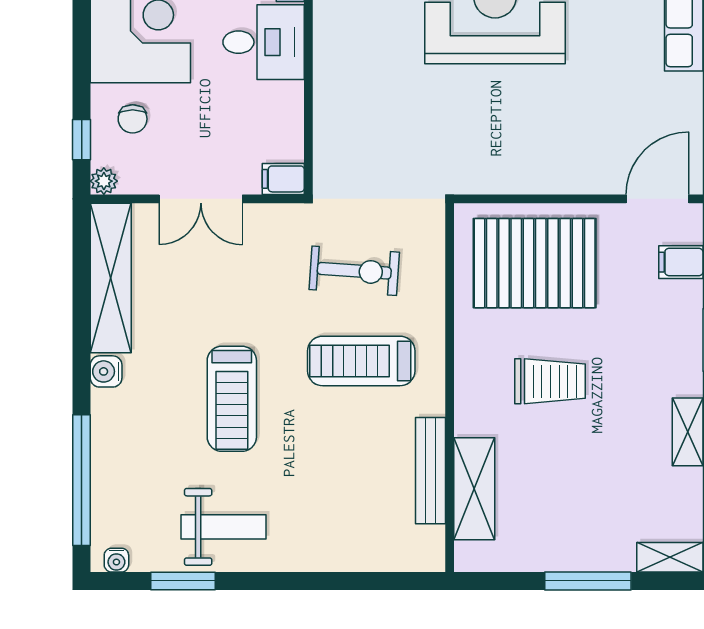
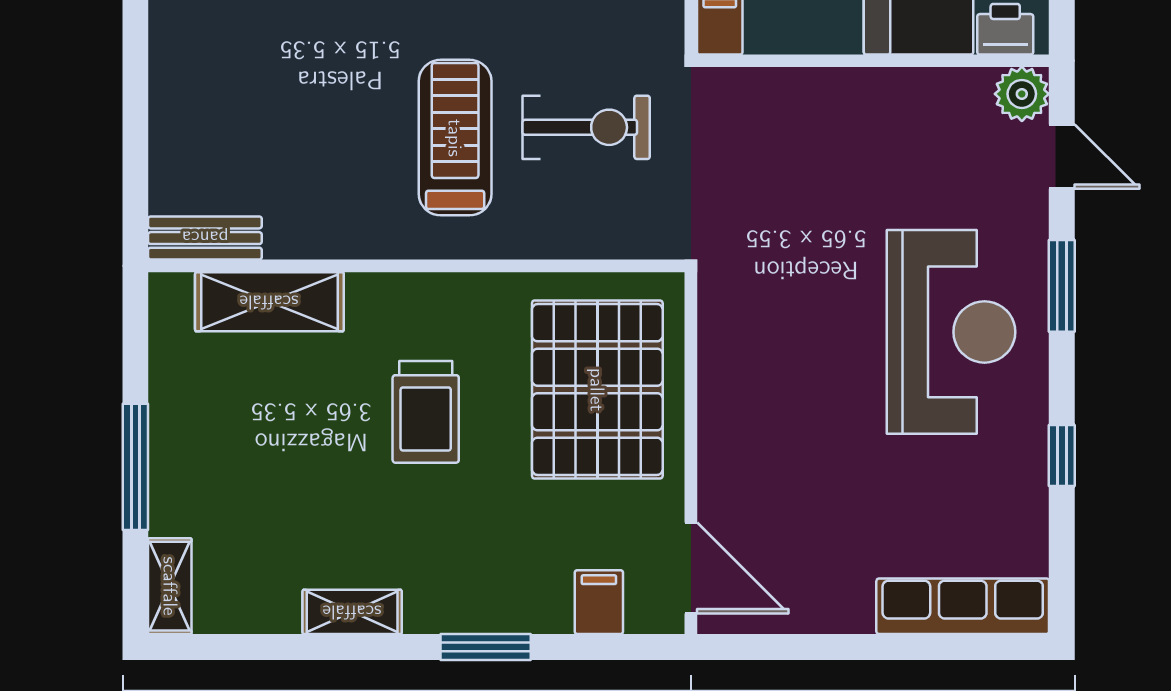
exercise bike: (354, 271) -> (586, 127), turned -94
bench: (430, 471) -> (205, 238), moved, width x0.73

